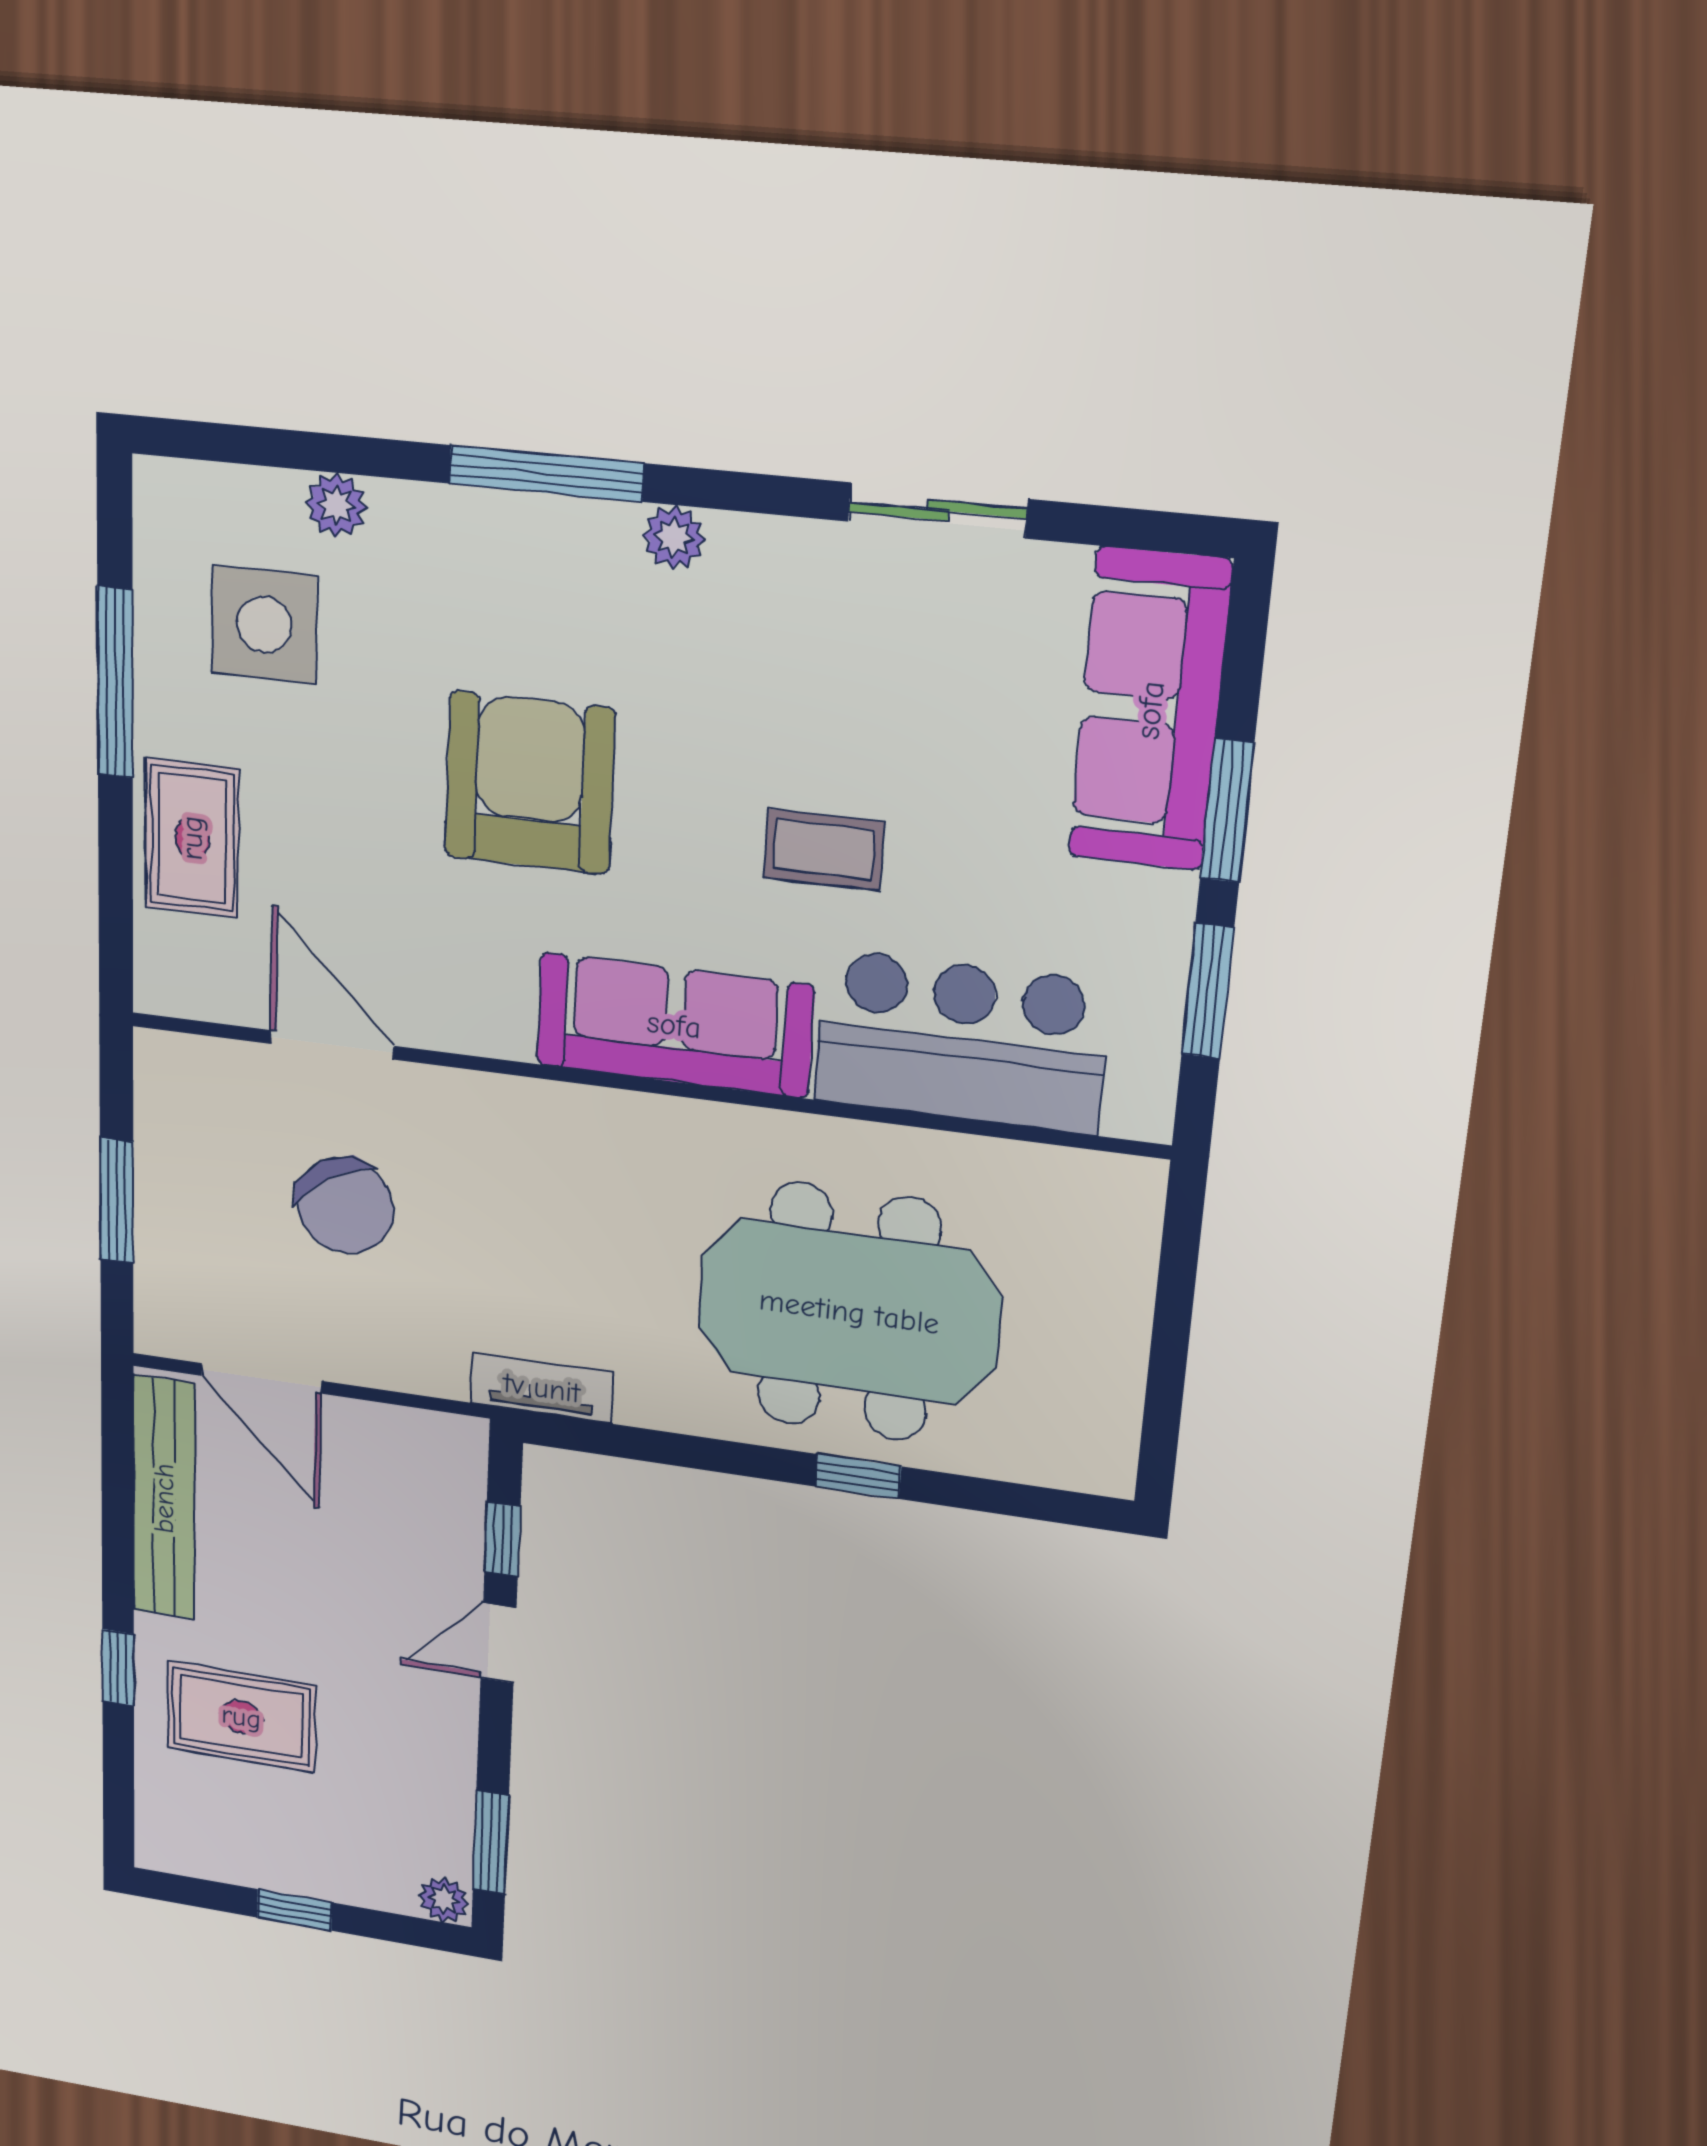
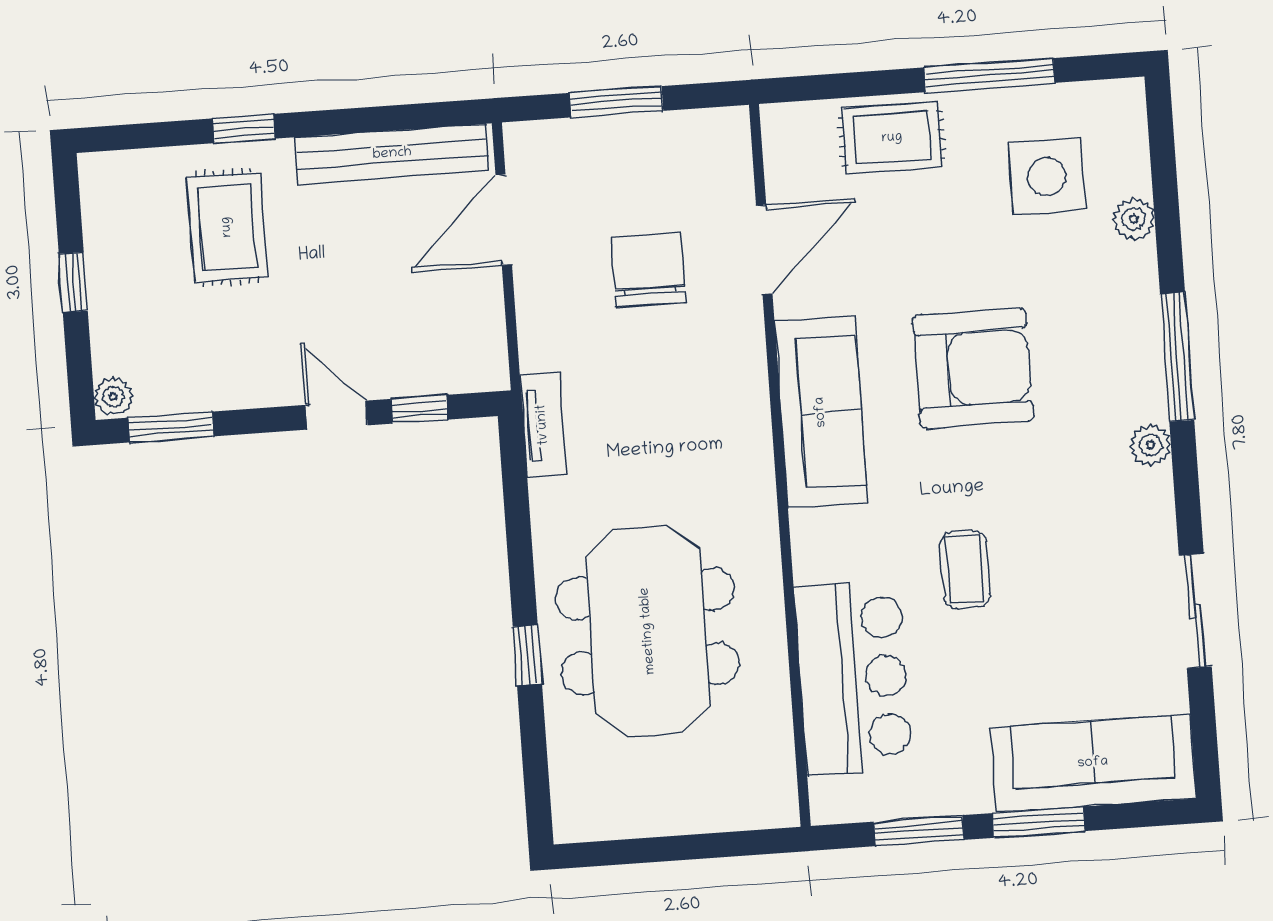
sofa: (674, 1025) -> (821, 412), moved
chair: (345, 1205) -> (649, 269), turned 122

